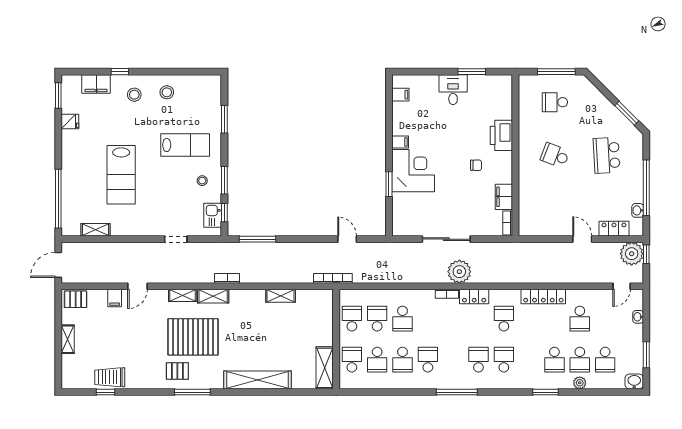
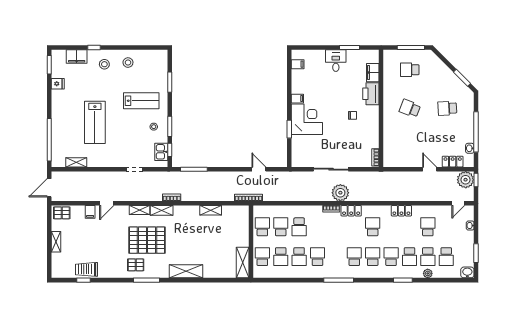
school desk: (607, 155) -> (447, 108), width x0.54
filing cabinet: (504, 197) -> (373, 73), moved
locker: (543, 296) -> (401, 211), width x0.66
school desk: (580, 319) -> (428, 227), turned 180
school desk: (529, 360) -> (391, 257), added
shelving: (258, 380) -> (186, 271), width x0.68

